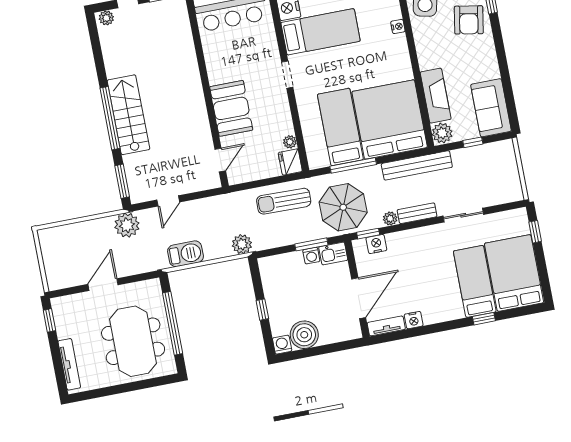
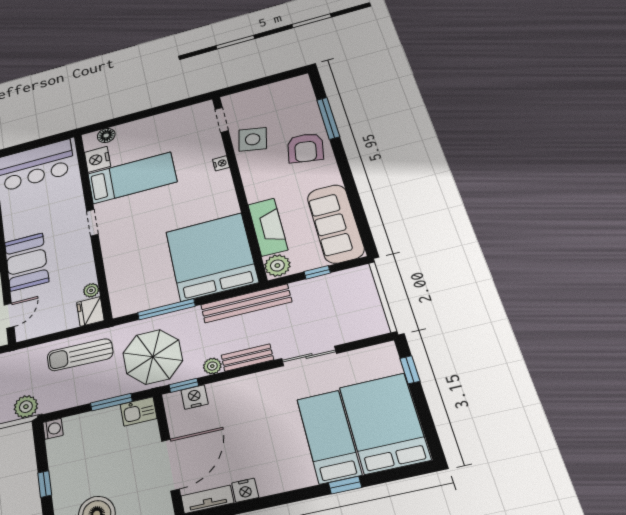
sofa: (491, 108) -> (335, 224), width x1.36
bed: (340, 127) -> (152, 270), removed
washing machine: (311, 256) -> (53, 429), moved, turned -90

